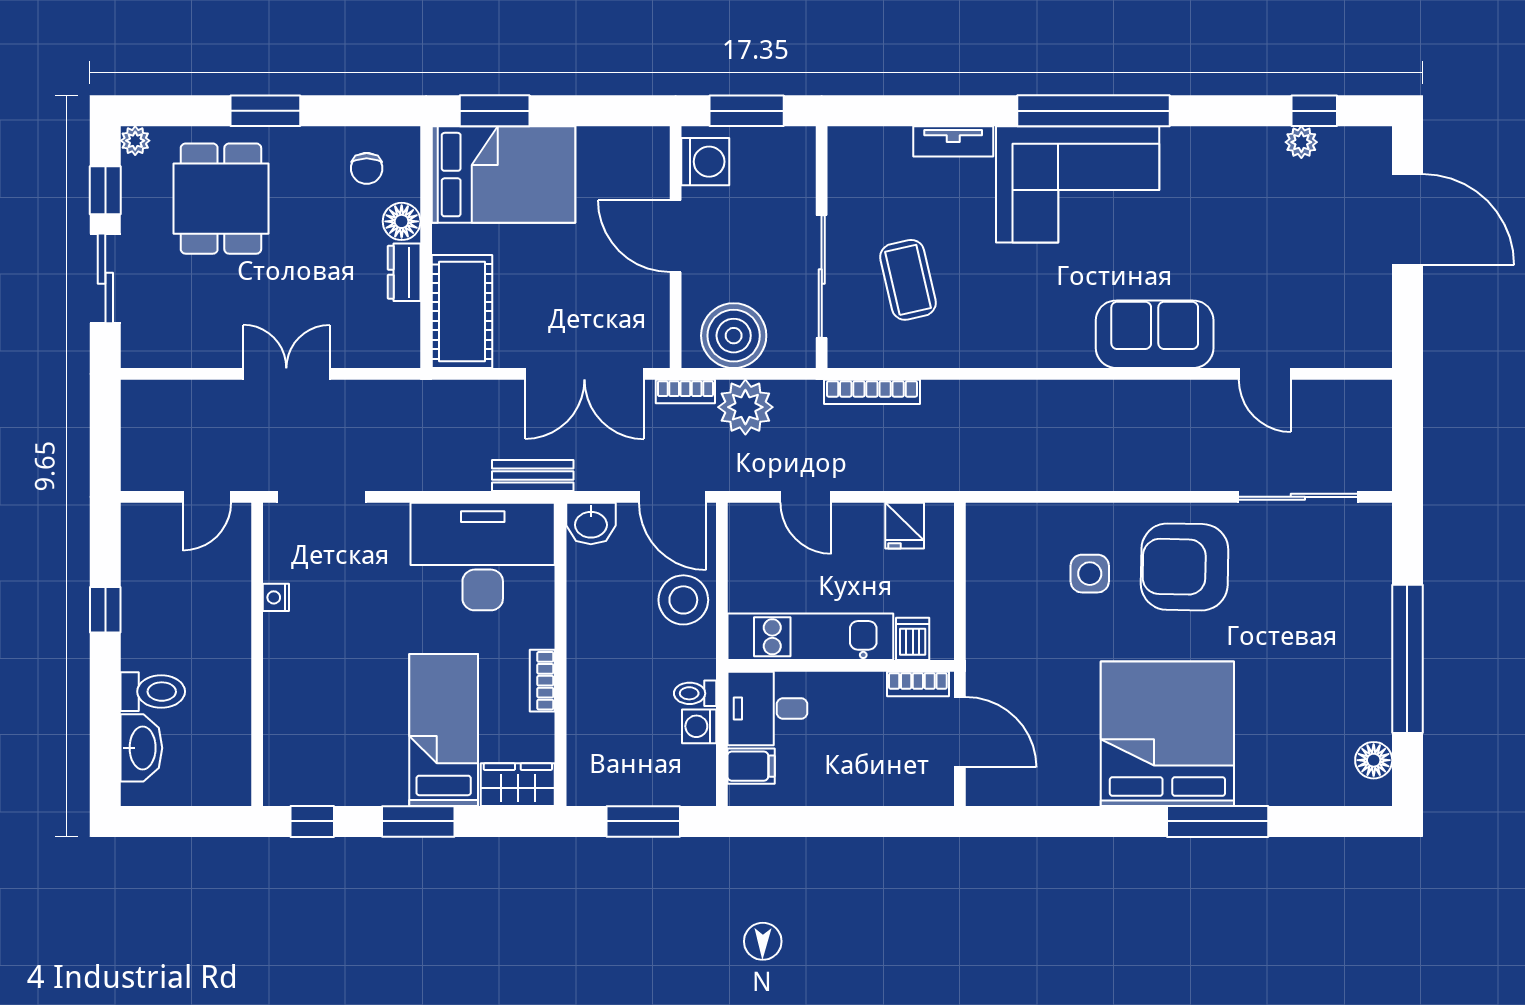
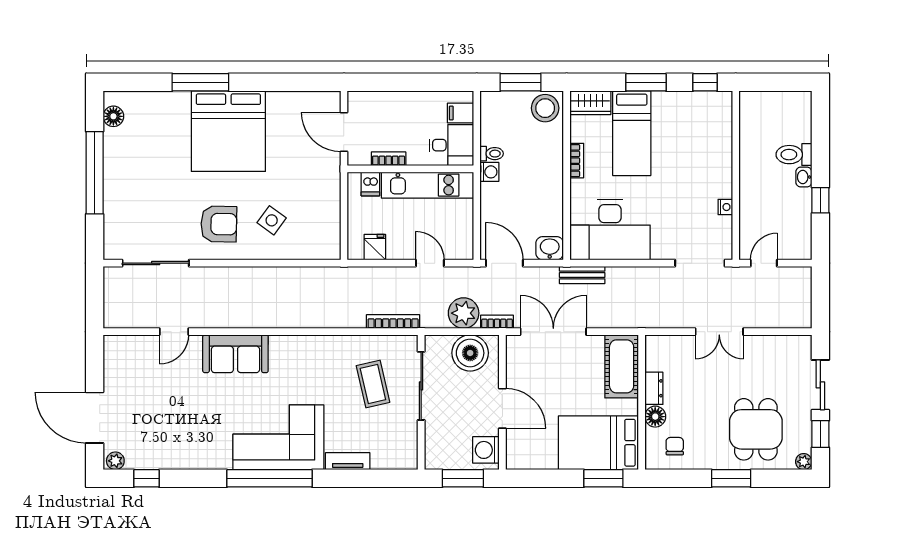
plant: (1301, 142) -> (115, 461), moved
door: (1265, 374) -> (174, 332), swing flipped
armchair: (1185, 567) -> (219, 224), width x0.73, depth x0.73
side table: (1090, 574) -> (272, 220), turned 36
stool: (683, 600) -> (545, 108), moved
bookcase: (918, 684) -> (389, 159), moved
washing machine: (699, 726) -> (489, 172), moved
washbasin: (141, 748) -> (804, 177), moved, width x0.52, depth x0.69

